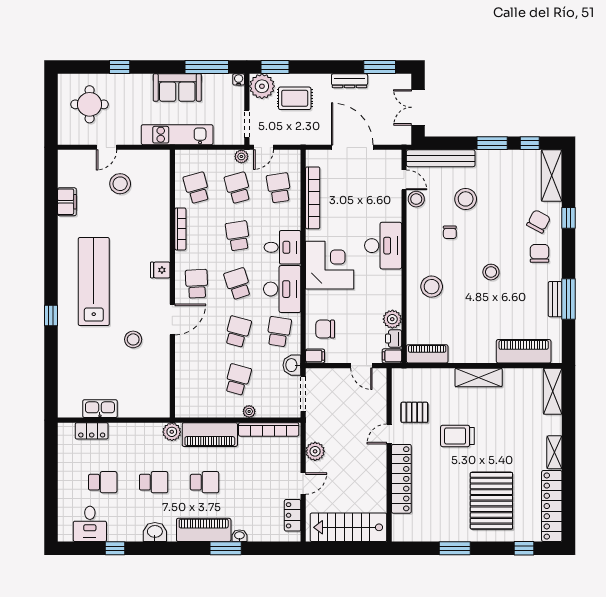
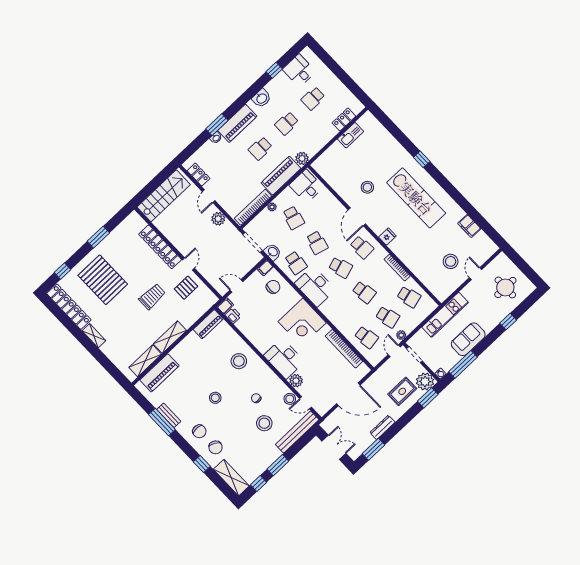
desk: (282, 247) -> (306, 186), moved, turned 90
plant: (392, 319) -> (296, 381), moved
shelving: (553, 391) -> (145, 361), moved, turned 90

